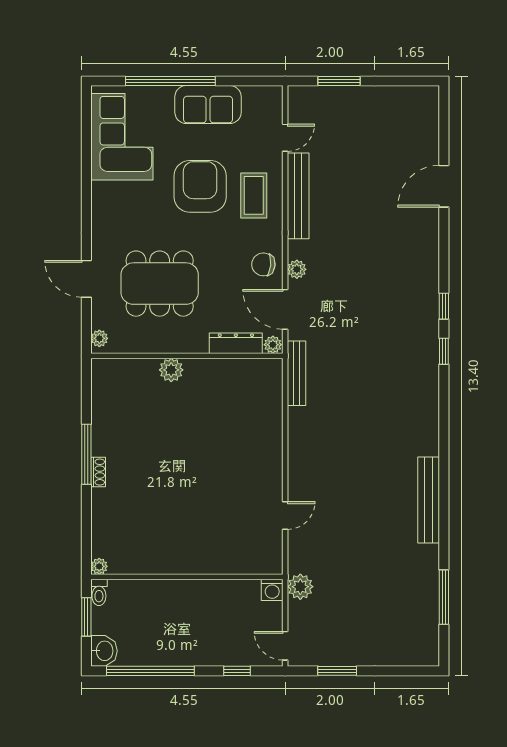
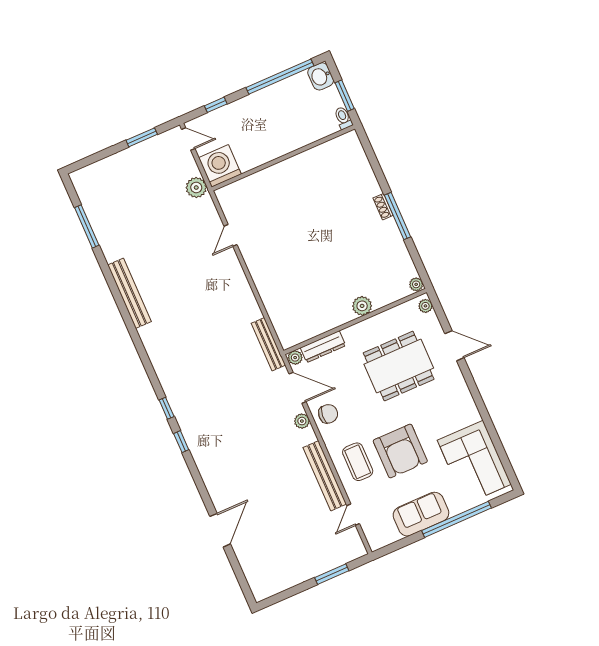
plant: (99, 566) -> (416, 284), moved
washing machine: (272, 590) -> (220, 166), width x1.89, depth x1.89

